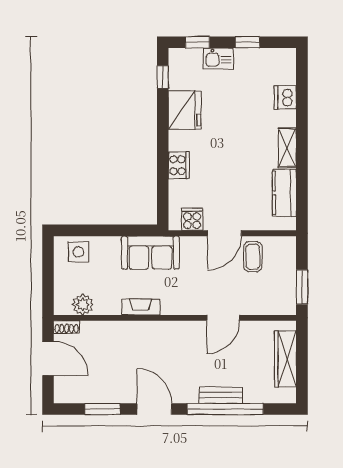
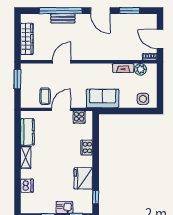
fireplace: (141, 307) -> (123, 68), moved

